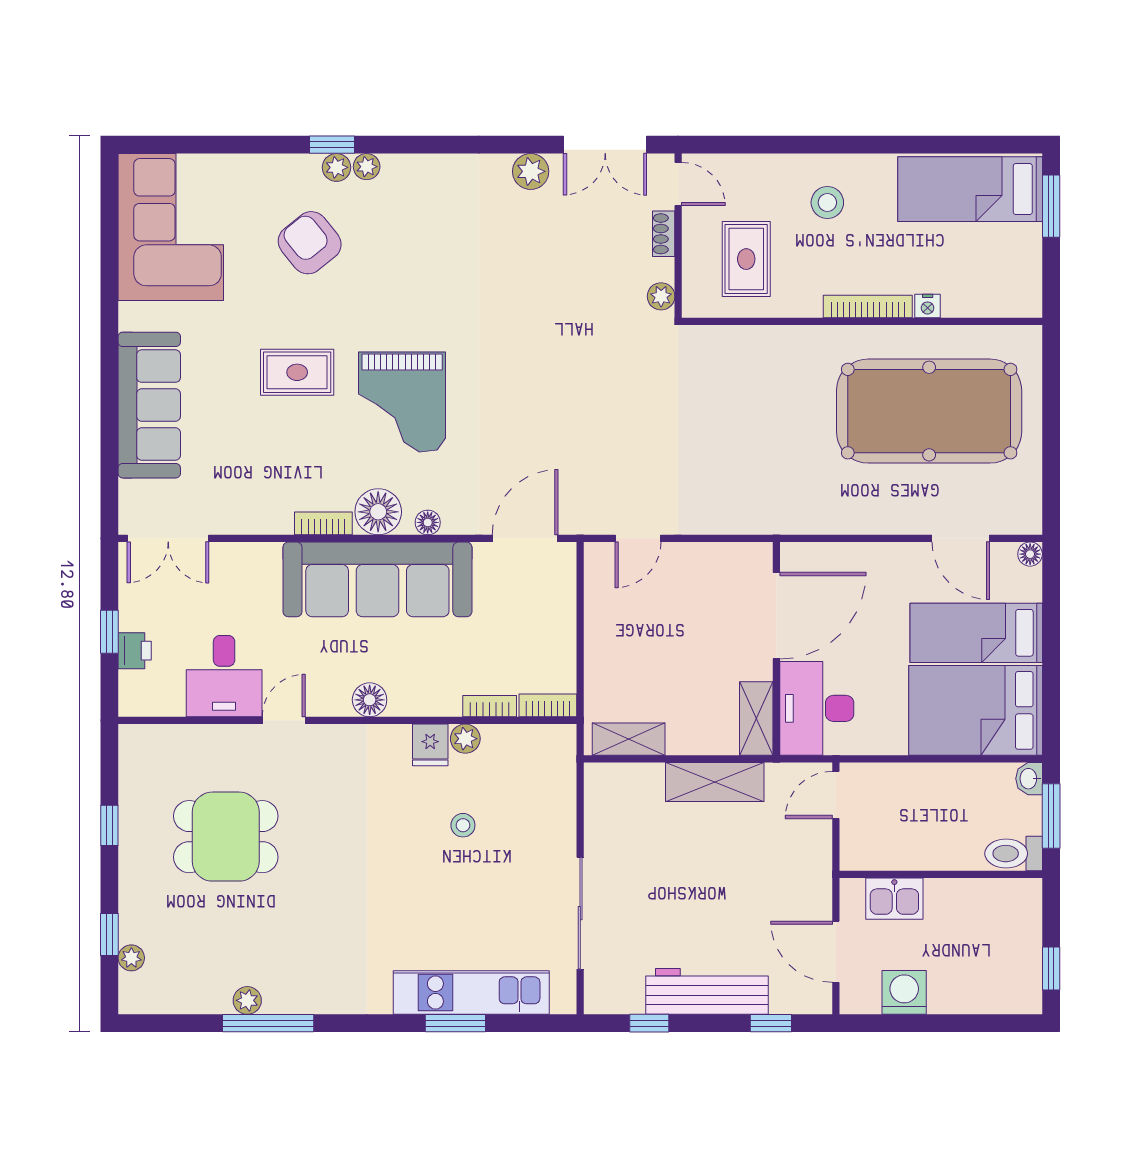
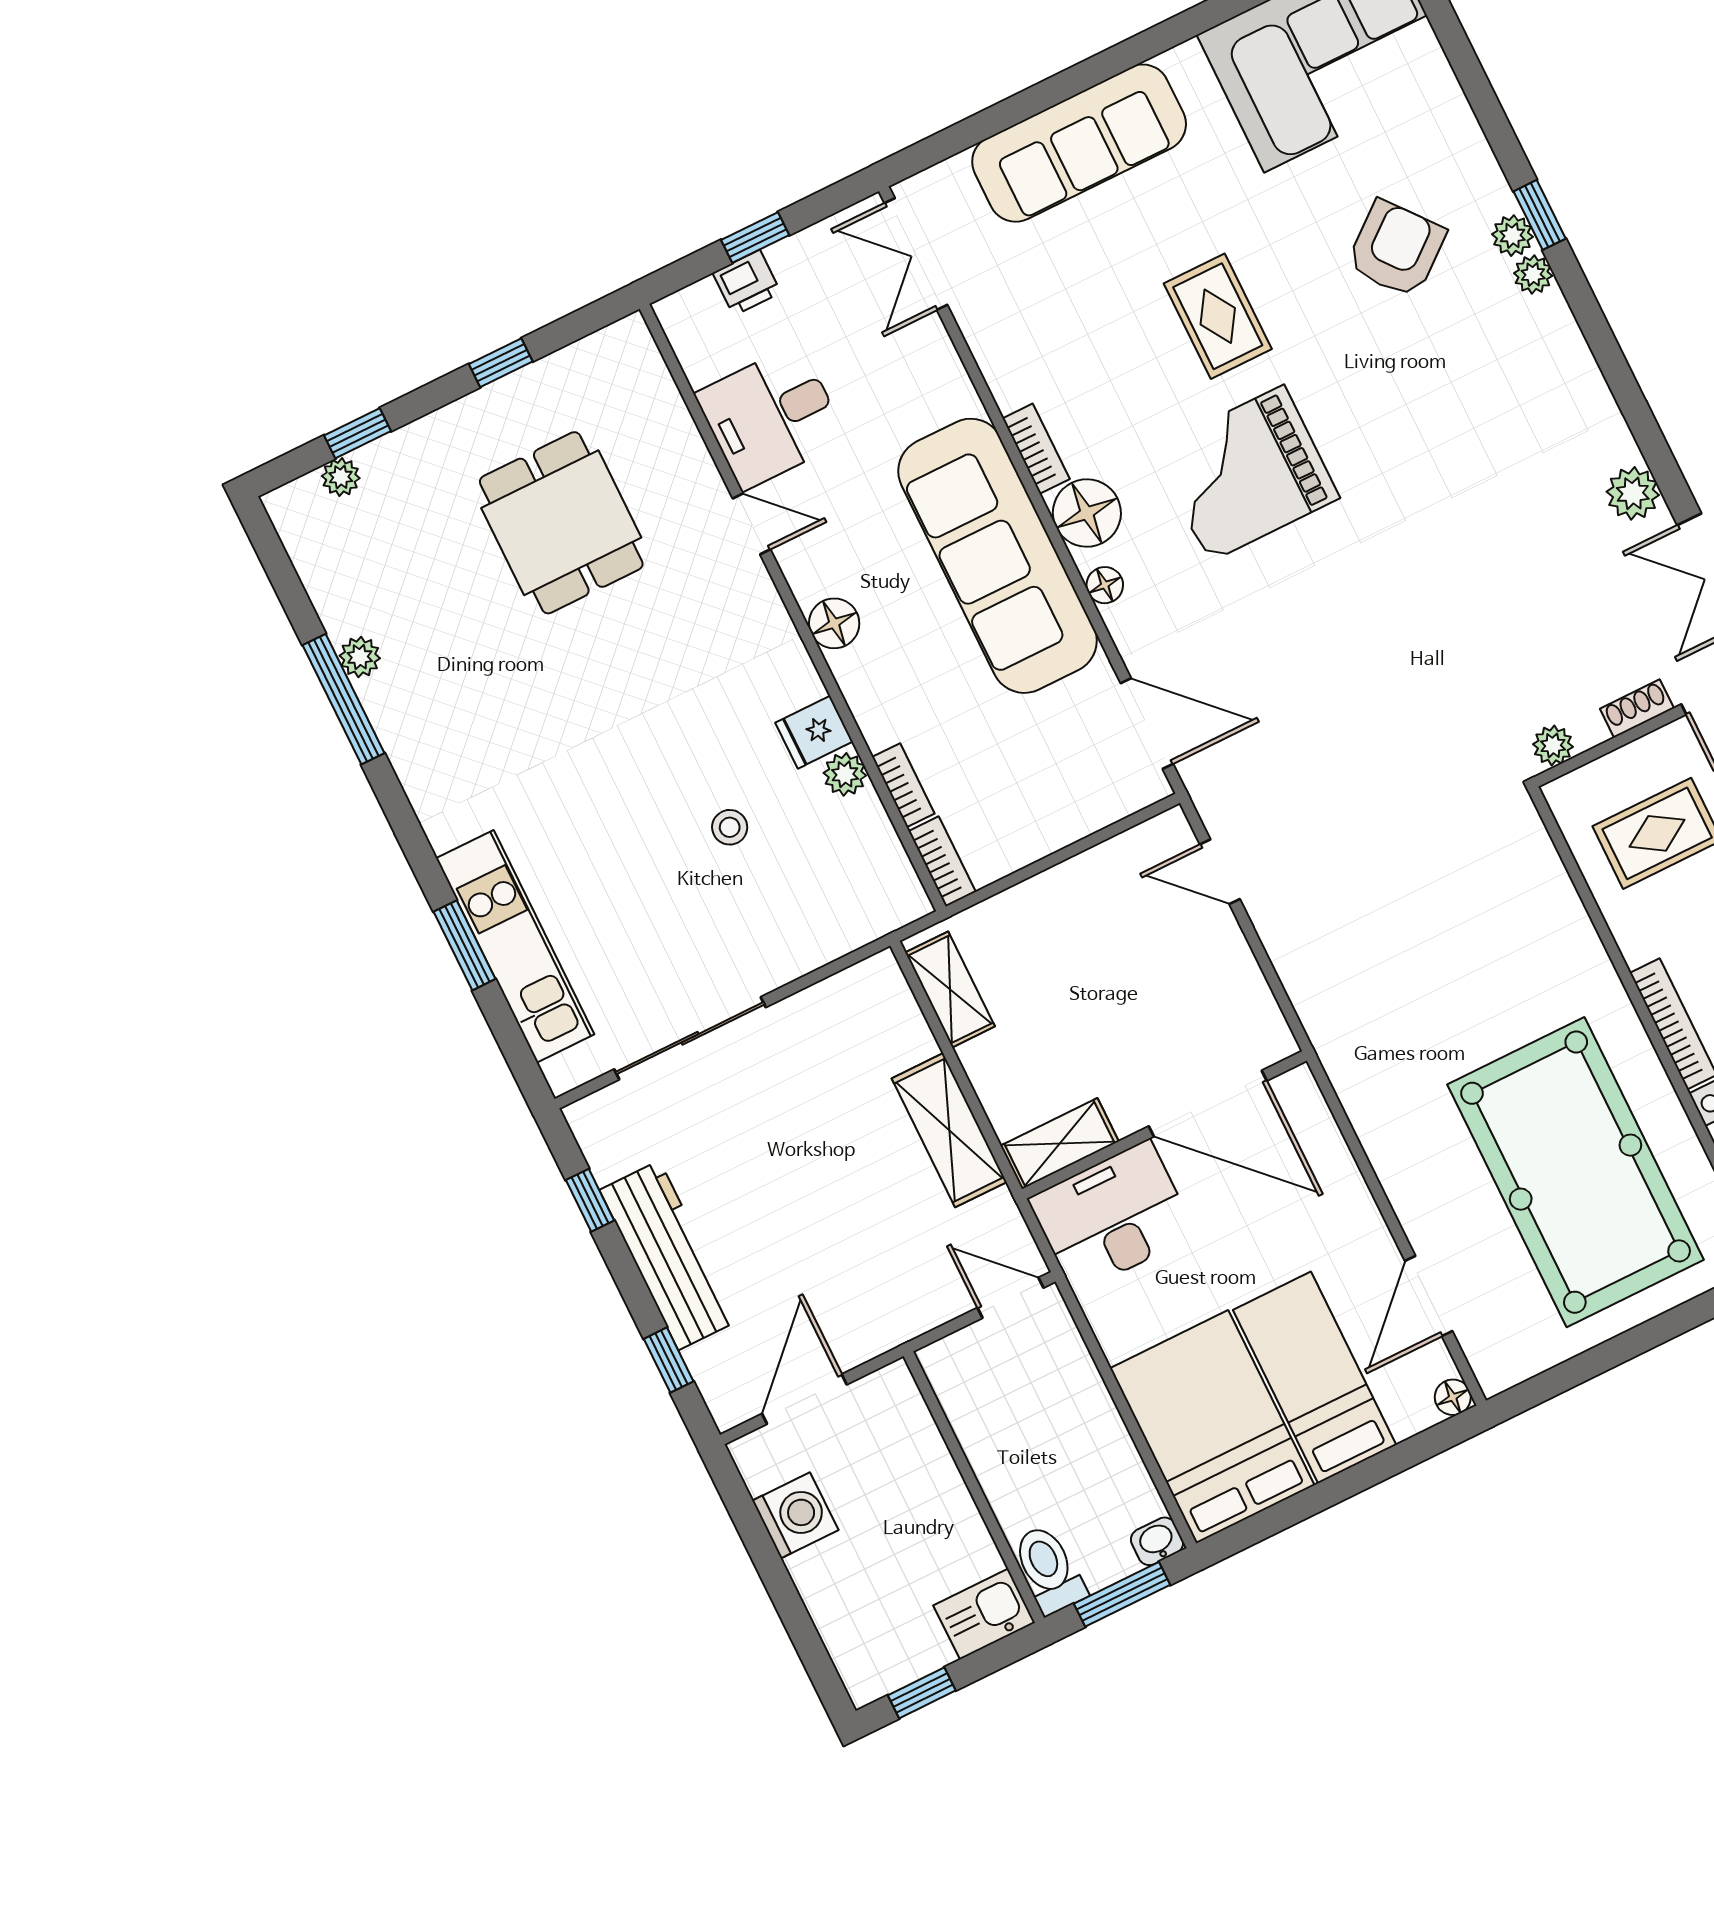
kitchen sink: (894, 899) -> (984, 1614), moved, turned 90

